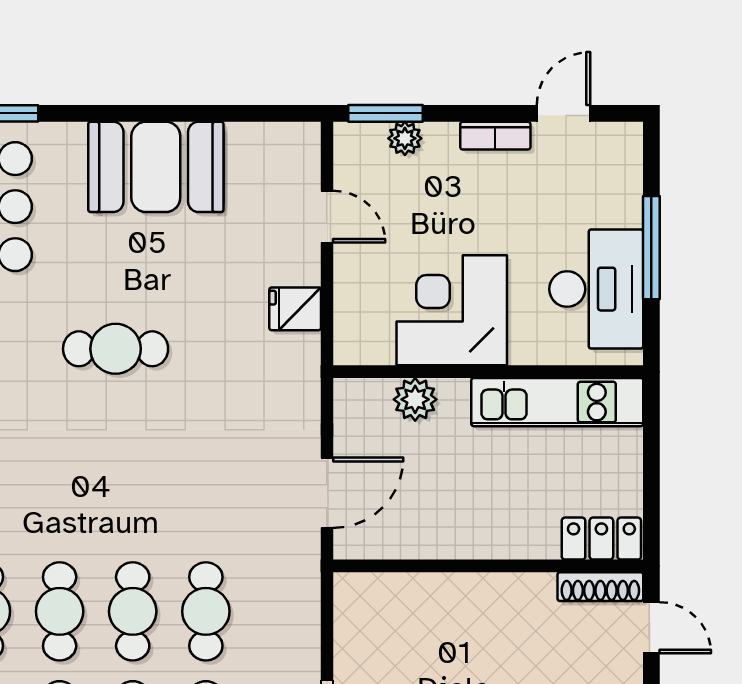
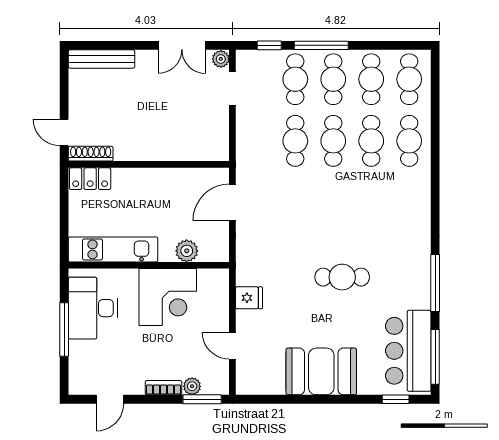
bookcase: (495, 136) -> (163, 388), moved

